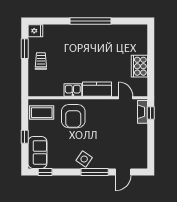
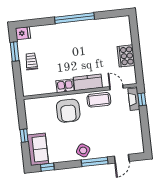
coffee table: (42, 113) -> (99, 100), moved

